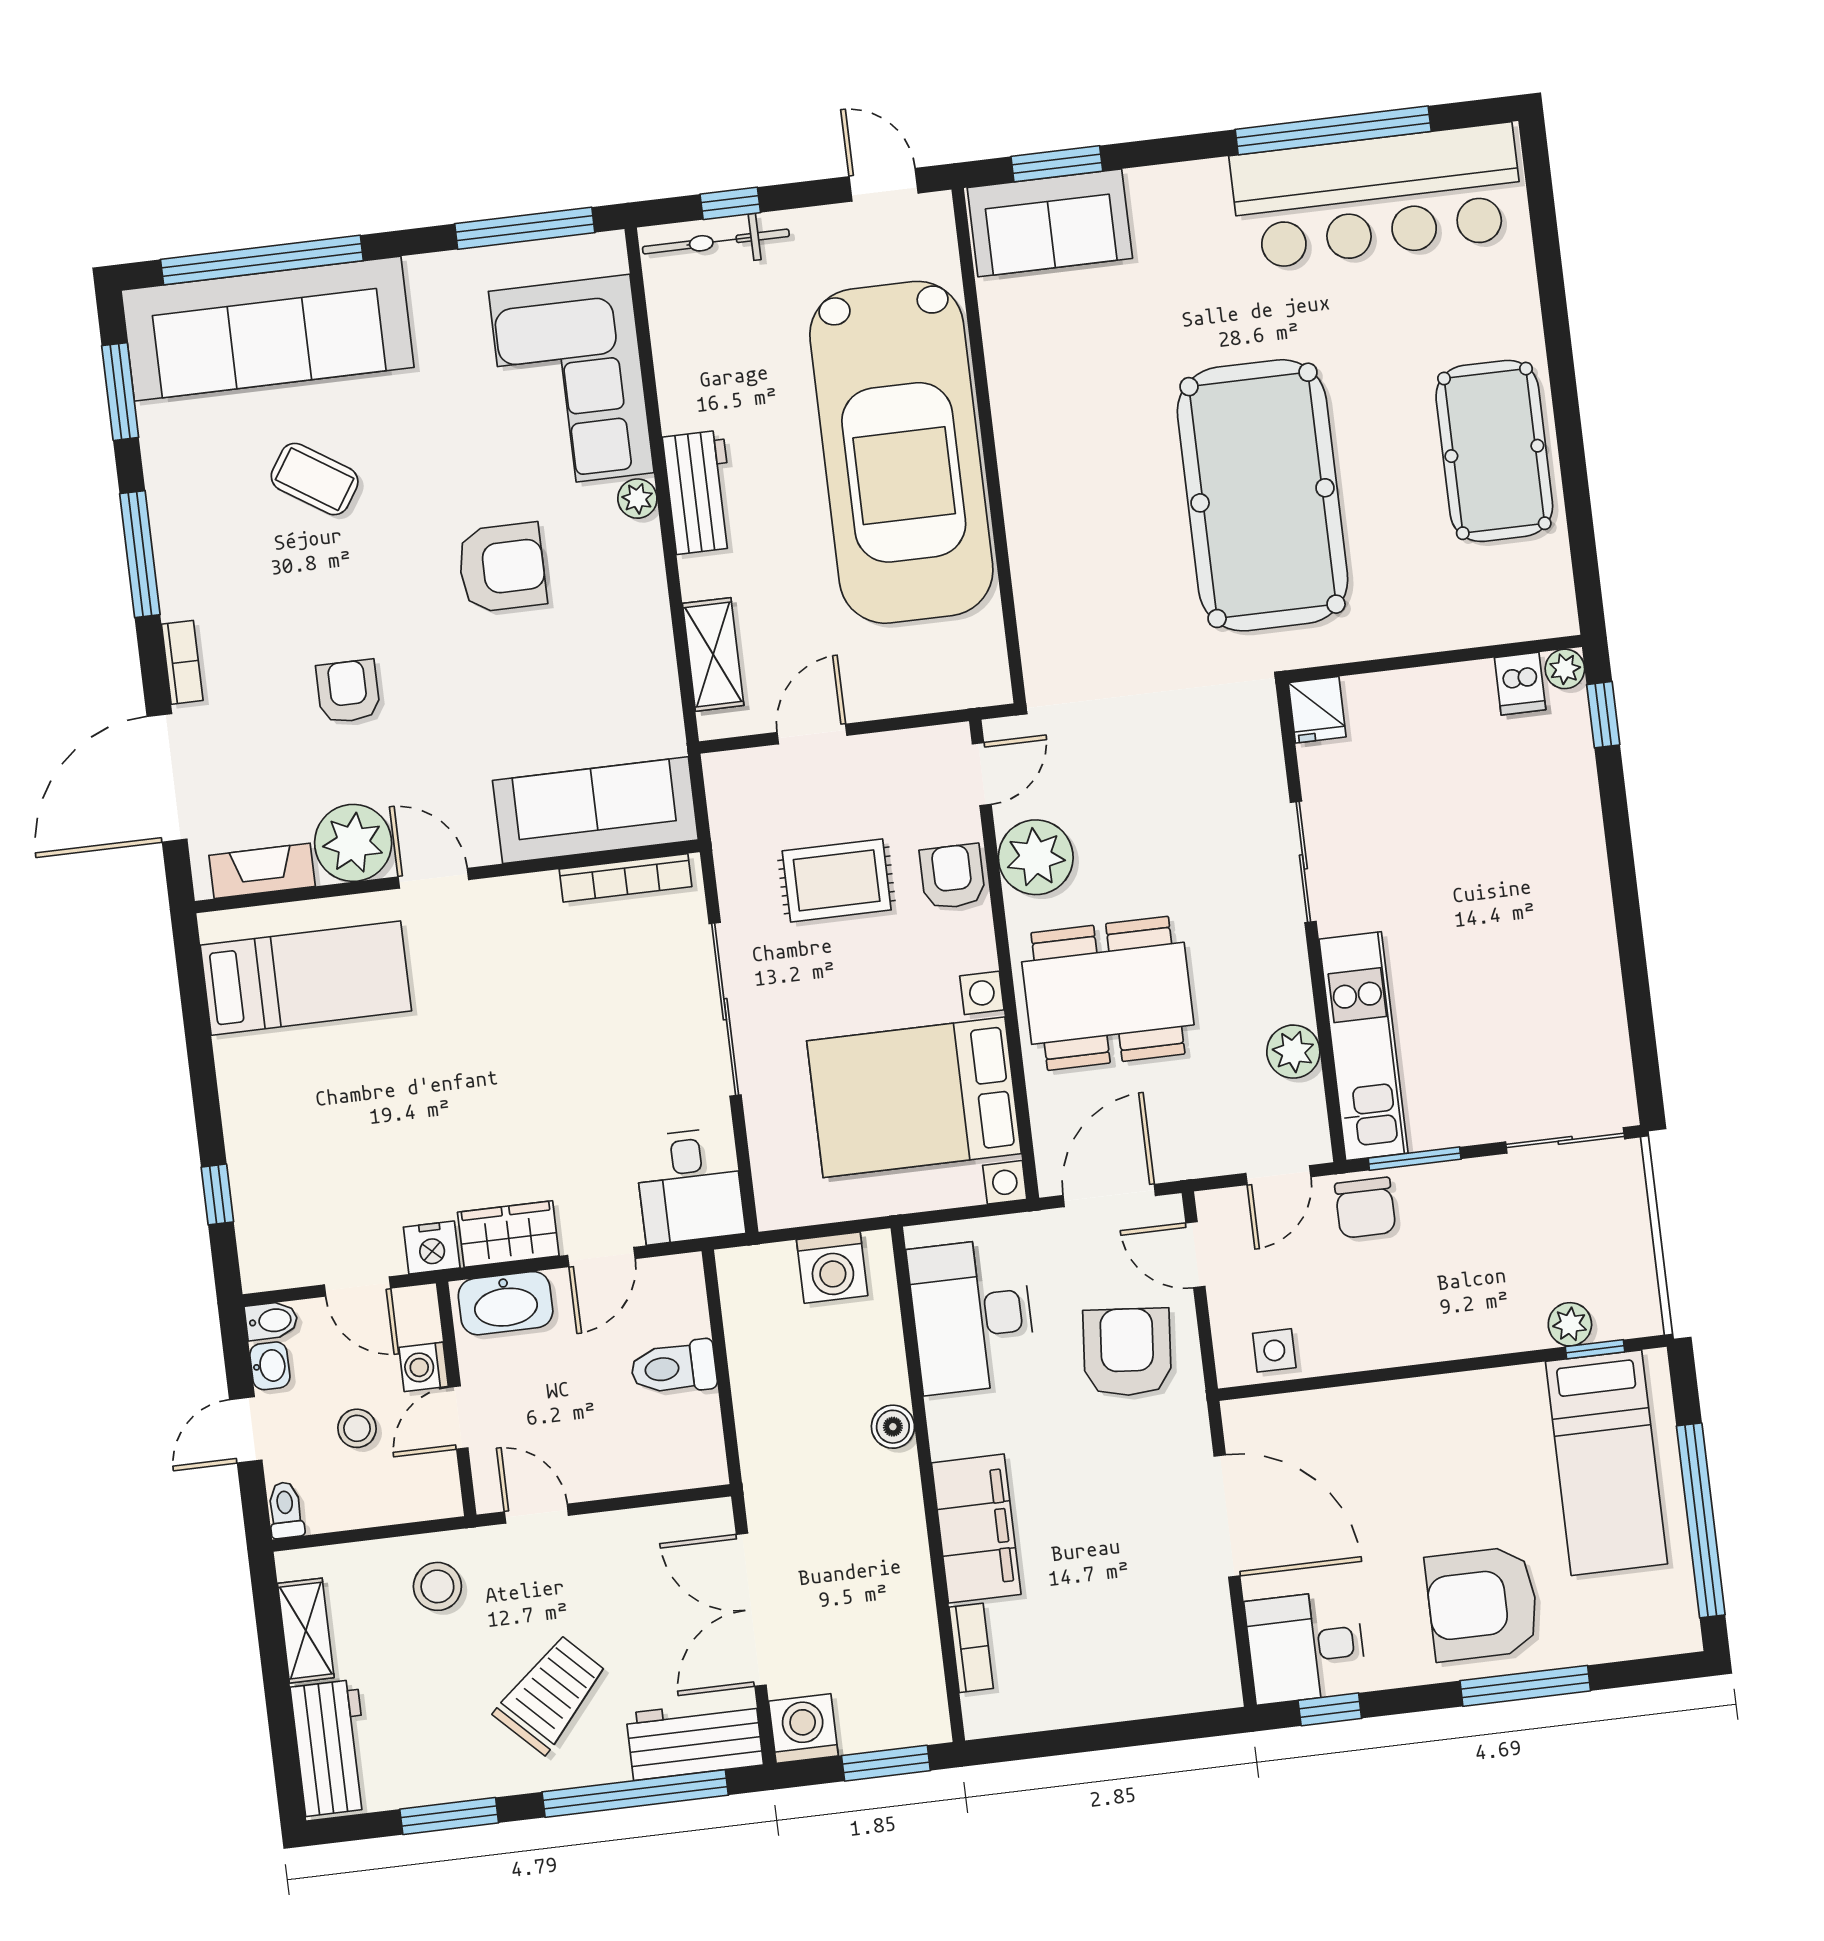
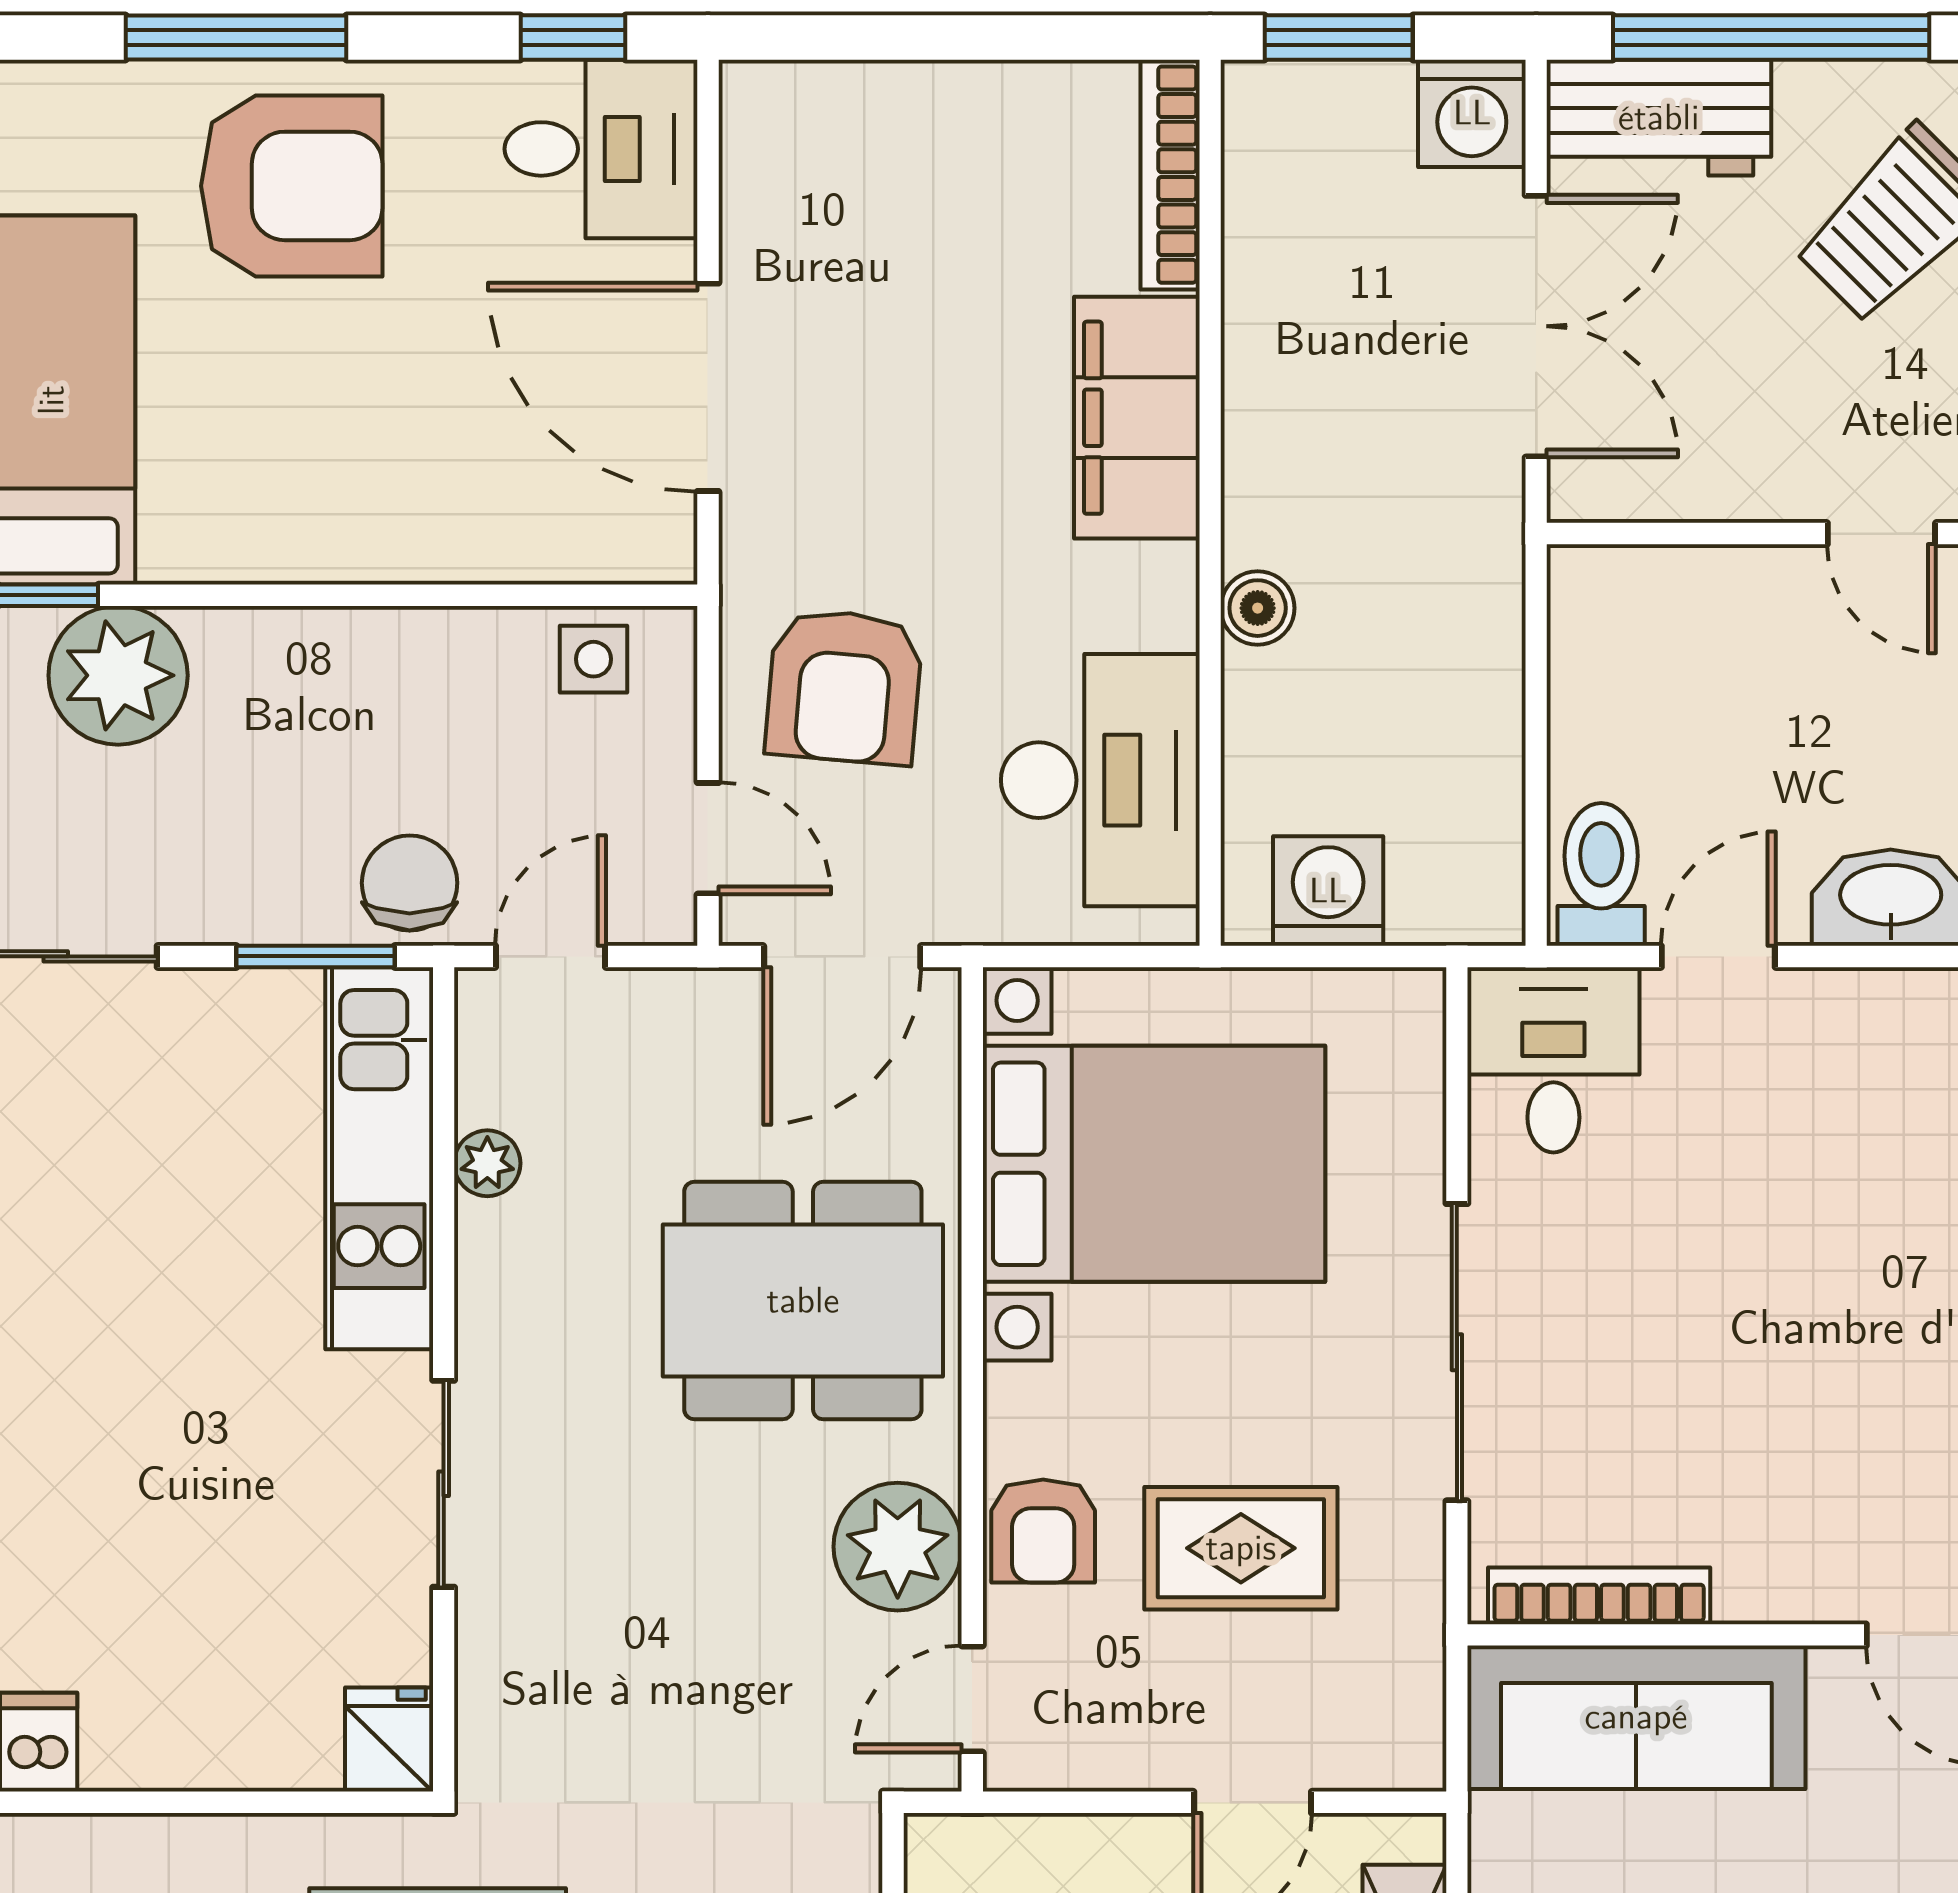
plant: (1293, 1052) -> (487, 1163), width x0.73, depth x0.73
wardrobe: (508, 1234) -> (1872, 1015), removed
plant: (1570, 1324) -> (118, 675), width x1.87, depth x1.87
toilet: (674, 1368) -> (1601, 874), moved, turned -90
bookcase: (971, 1648) -> (1170, 175), width x1.56

